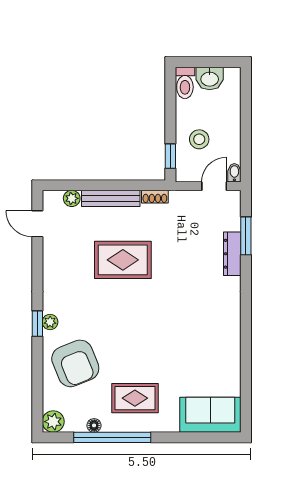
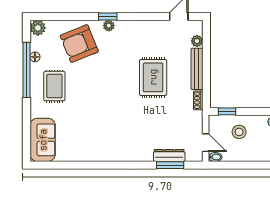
dresser: (232, 254) -> (169, 156), moved

